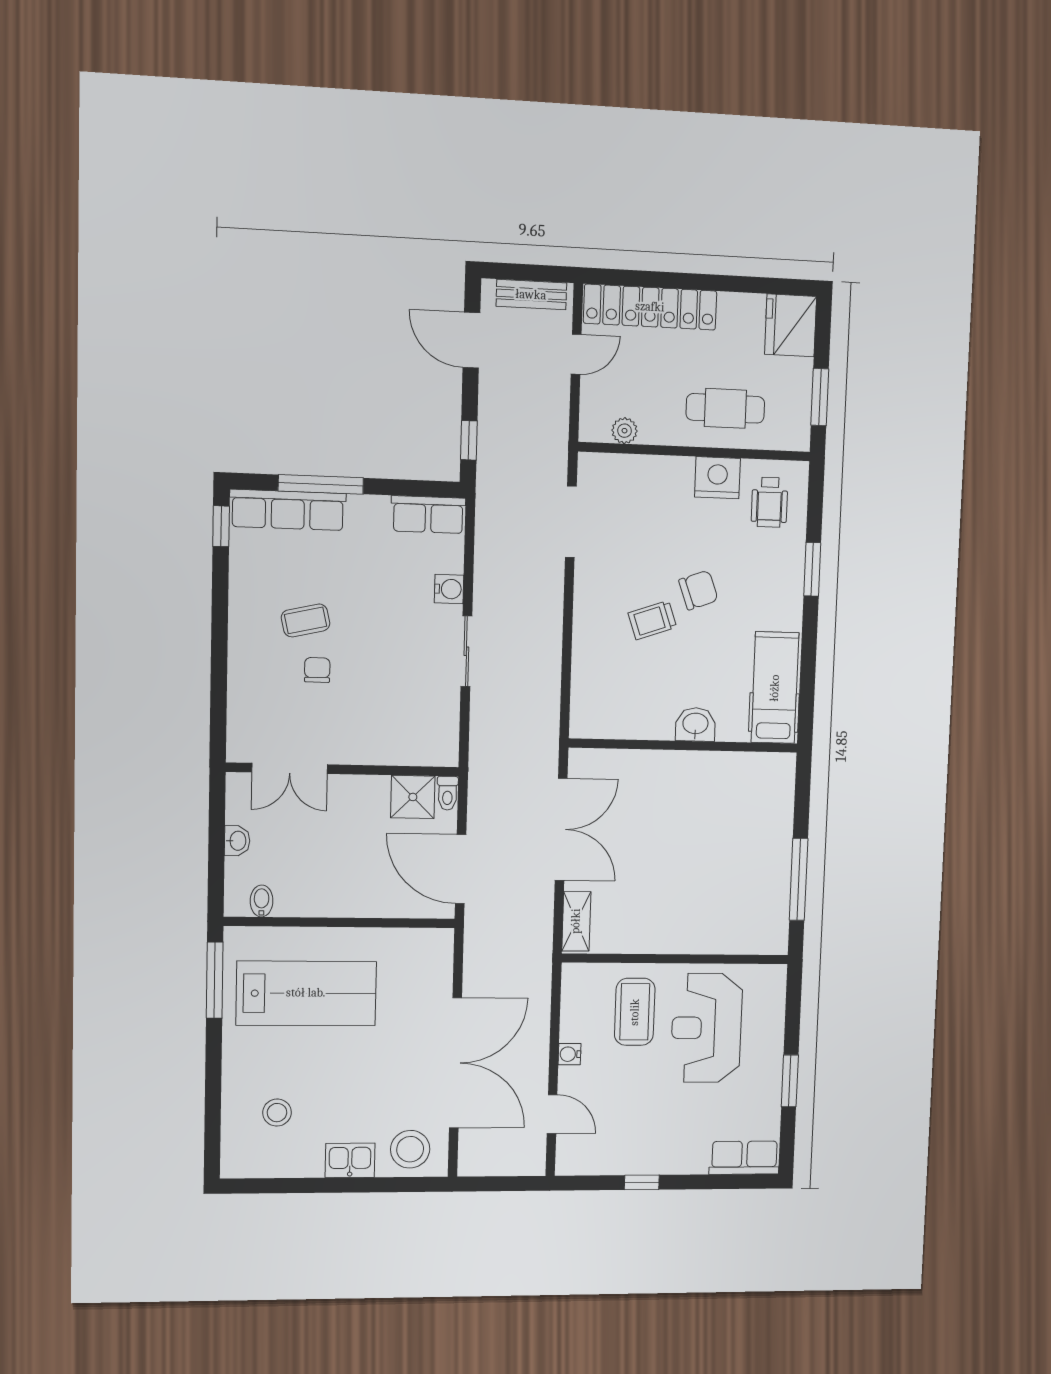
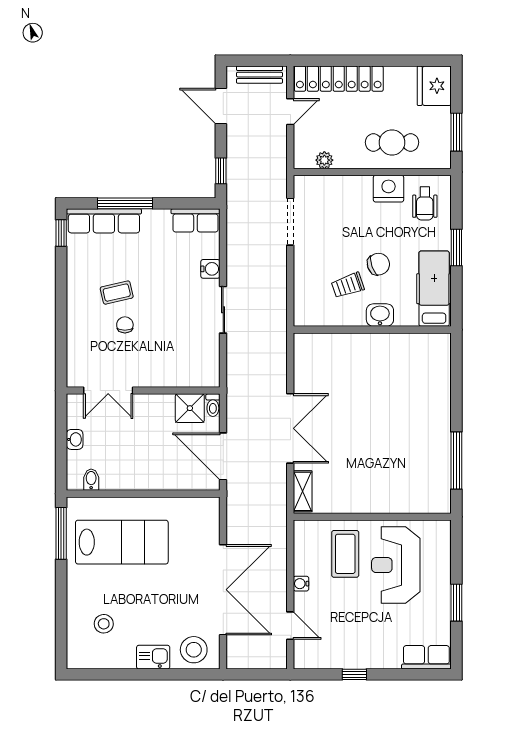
hospital bed: (775, 688) -> (434, 289), moved
washbasin: (695, 724) -> (380, 315), moved
wall: (684, 745) -> (372, 330), moved

